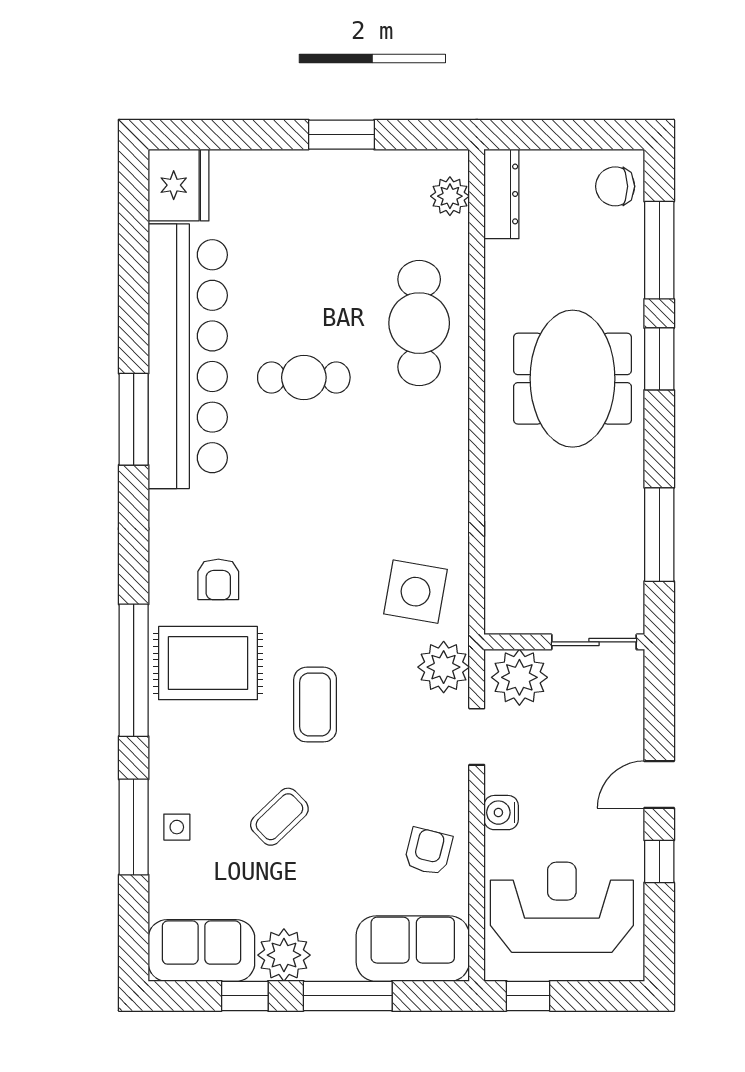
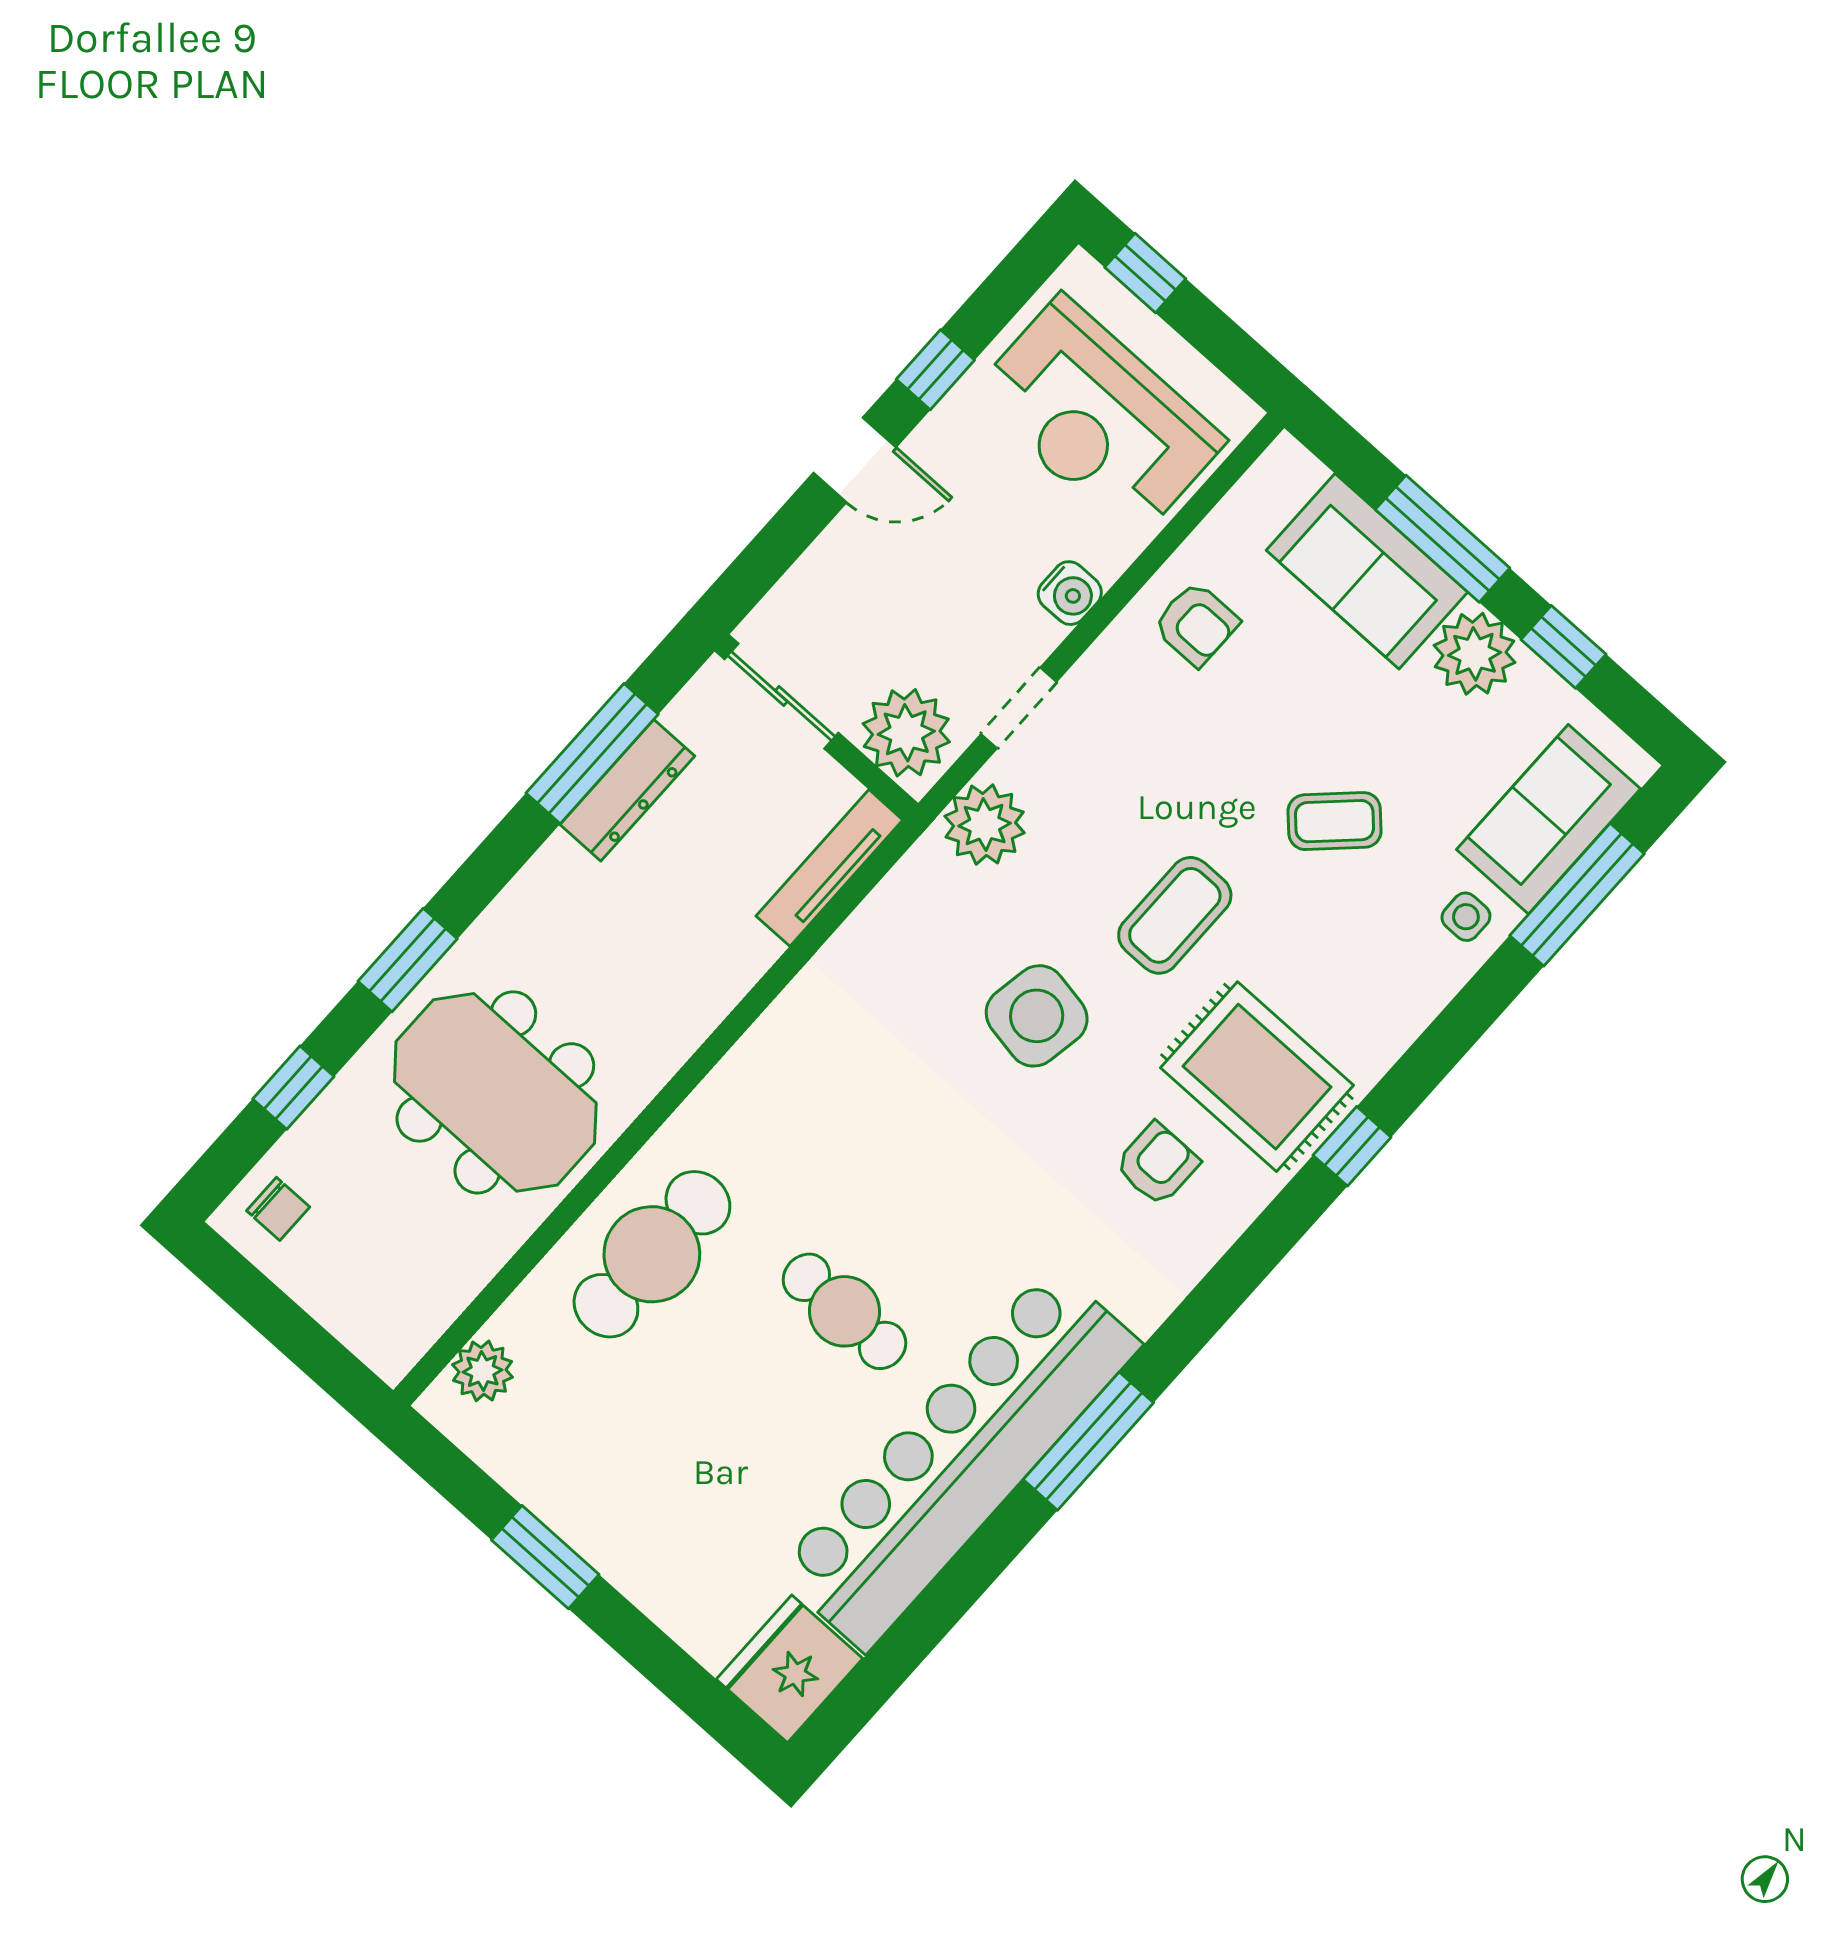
chair: (615, 186) -> (278, 1209), width x0.73, depth x0.73
dresser: (501, 194) -> (627, 790), moved, turned 180
window: (659, 250) -> (293, 1088), width x0.46
meeting table: (573, 379) -> (495, 1092), moved, turned 90
tv unit: (499, 581) -> (829, 868), added
side table: (415, 592) -> (1037, 1016), moved
window: (134, 670) -> (1352, 1146), width x0.32
window: (134, 827) -> (1577, 895), moved
armchair: (428, 851) -> (1196, 624), turned -104
sofa: (413, 949) -> (1367, 571), moved
sofa: (201, 951) -> (1548, 819), moved, turned 90
window: (528, 996) -> (1145, 273), moved

